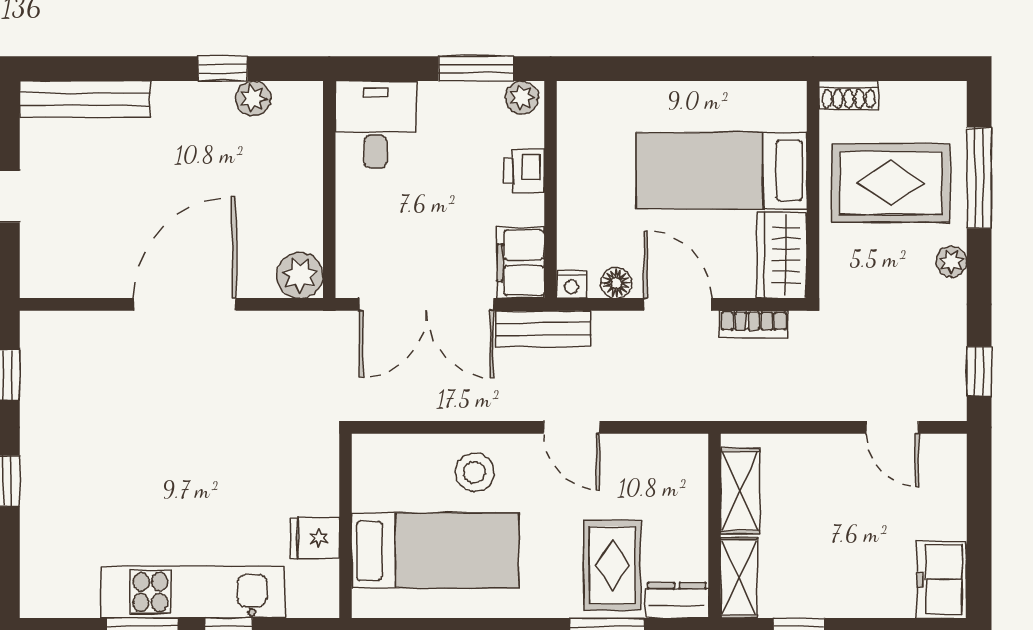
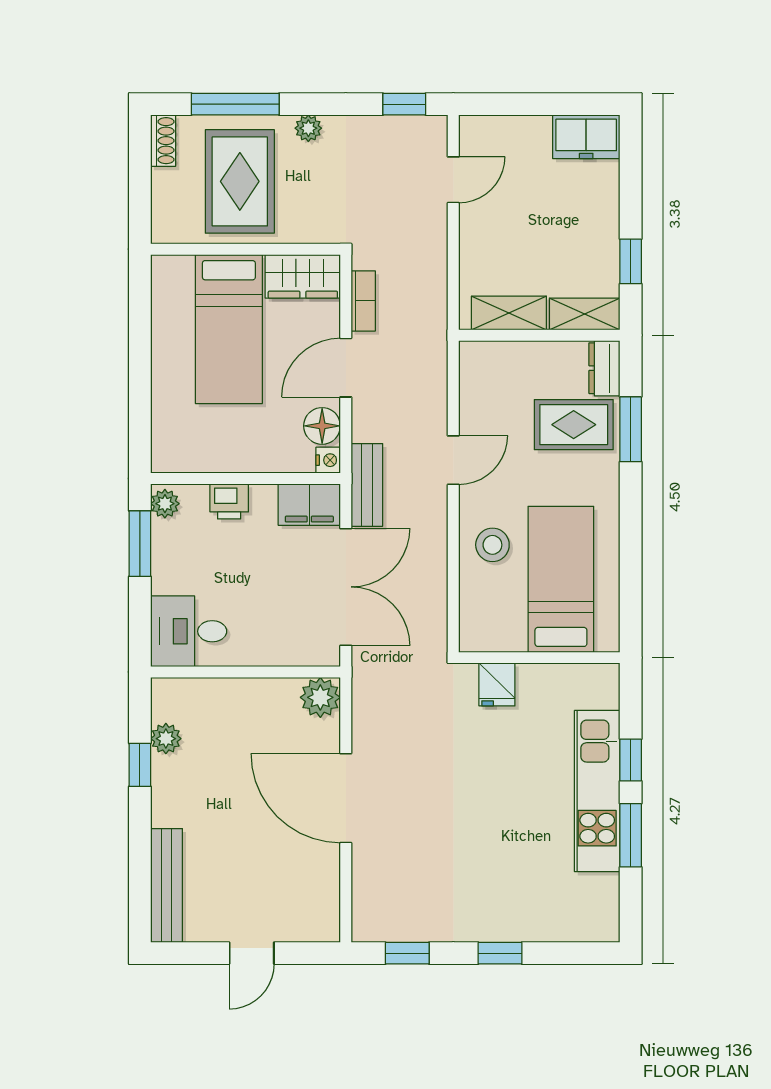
shoe rack: (849, 95) -> (163, 141), moved
floor lamp: (616, 283) -> (322, 426), width x1.37, depth x1.37
fridge: (315, 538) -> (497, 684), moved

